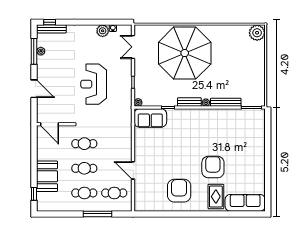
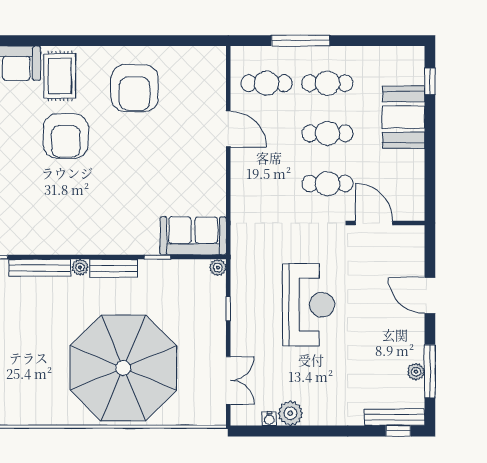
door: (49, 124) -> (374, 223), moved

